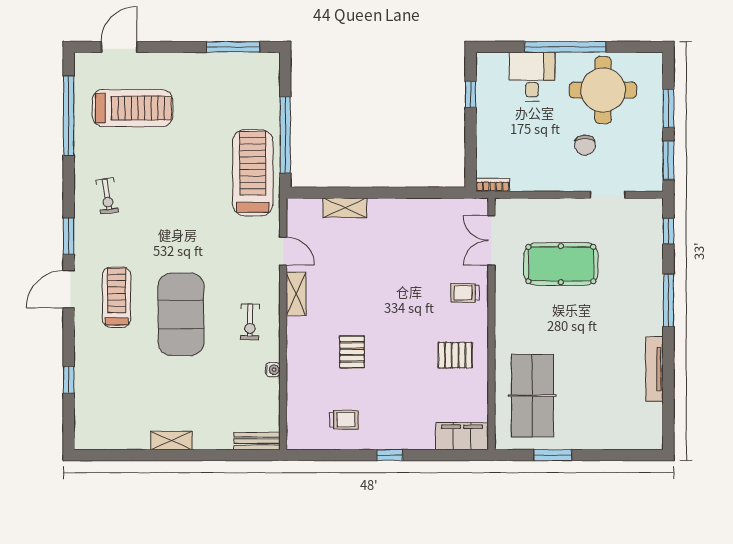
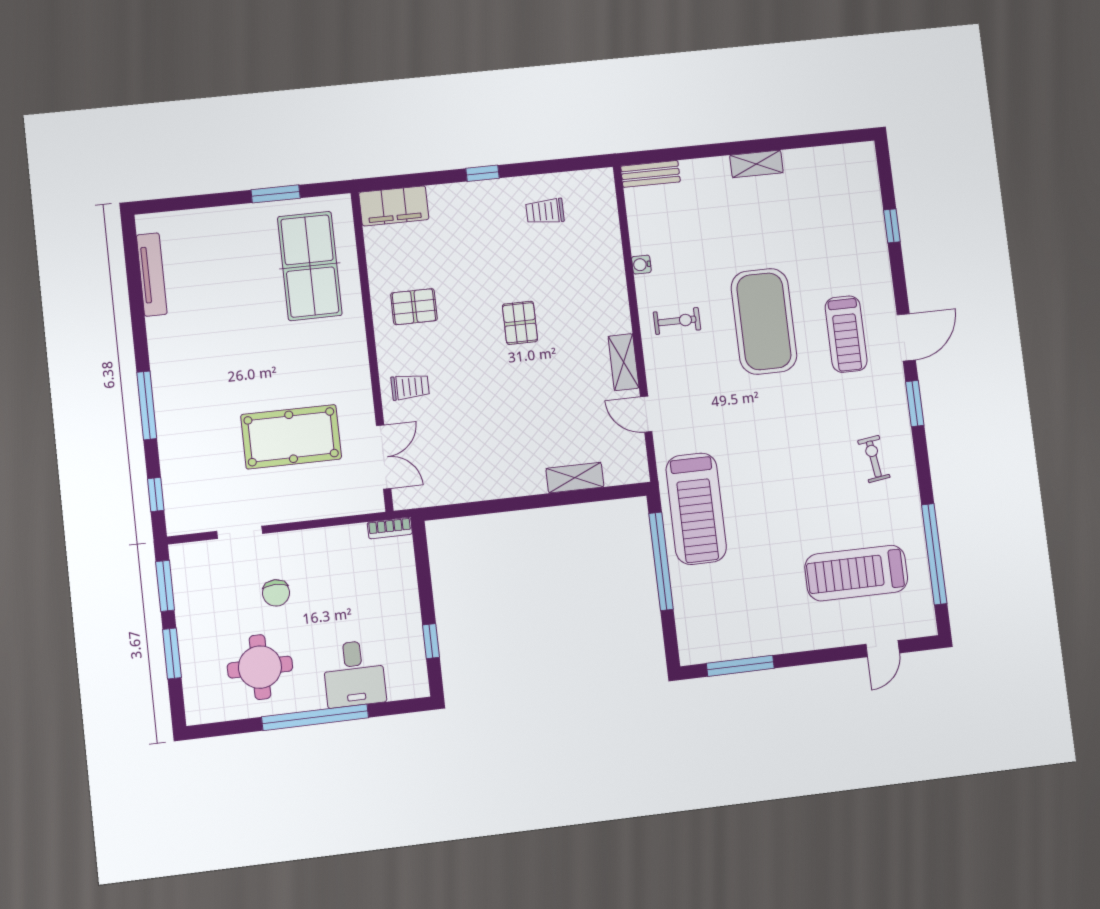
door: (119, 47) -> (883, 649), width x0.73
round table: (603, 90) -> (260, 667), width x0.73, depth x0.73
chair: (585, 145) -> (276, 593), turned 180
exercise bike: (250, 322) -> (677, 321), turned 89
pallet: (352, 352) -> (520, 323), moved
tv unit: (655, 369) -> (152, 275), moved

